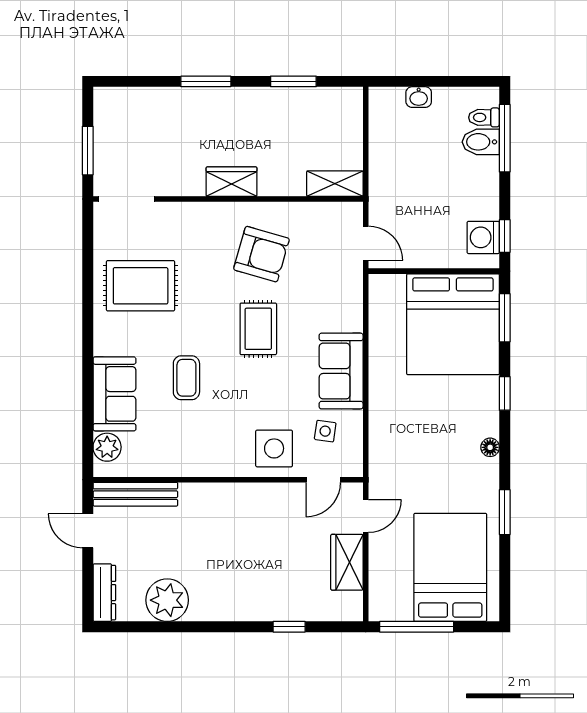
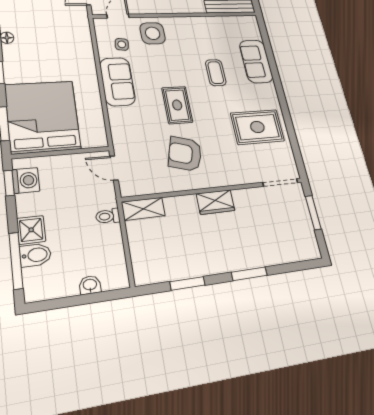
toilet: (484, 117) -> (108, 216), moved, turned 180
shower: (483, 173) -> (31, 230), added
plant: (107, 447) -> (252, 31), removed

